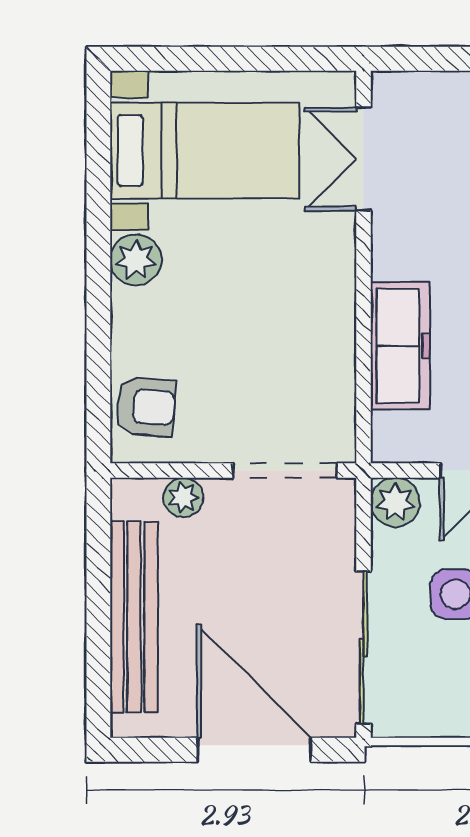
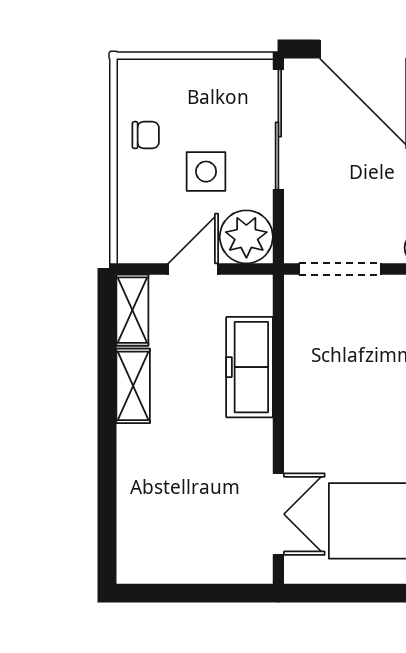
plant: (395, 502) -> (246, 237), width x1.36, depth x1.36

